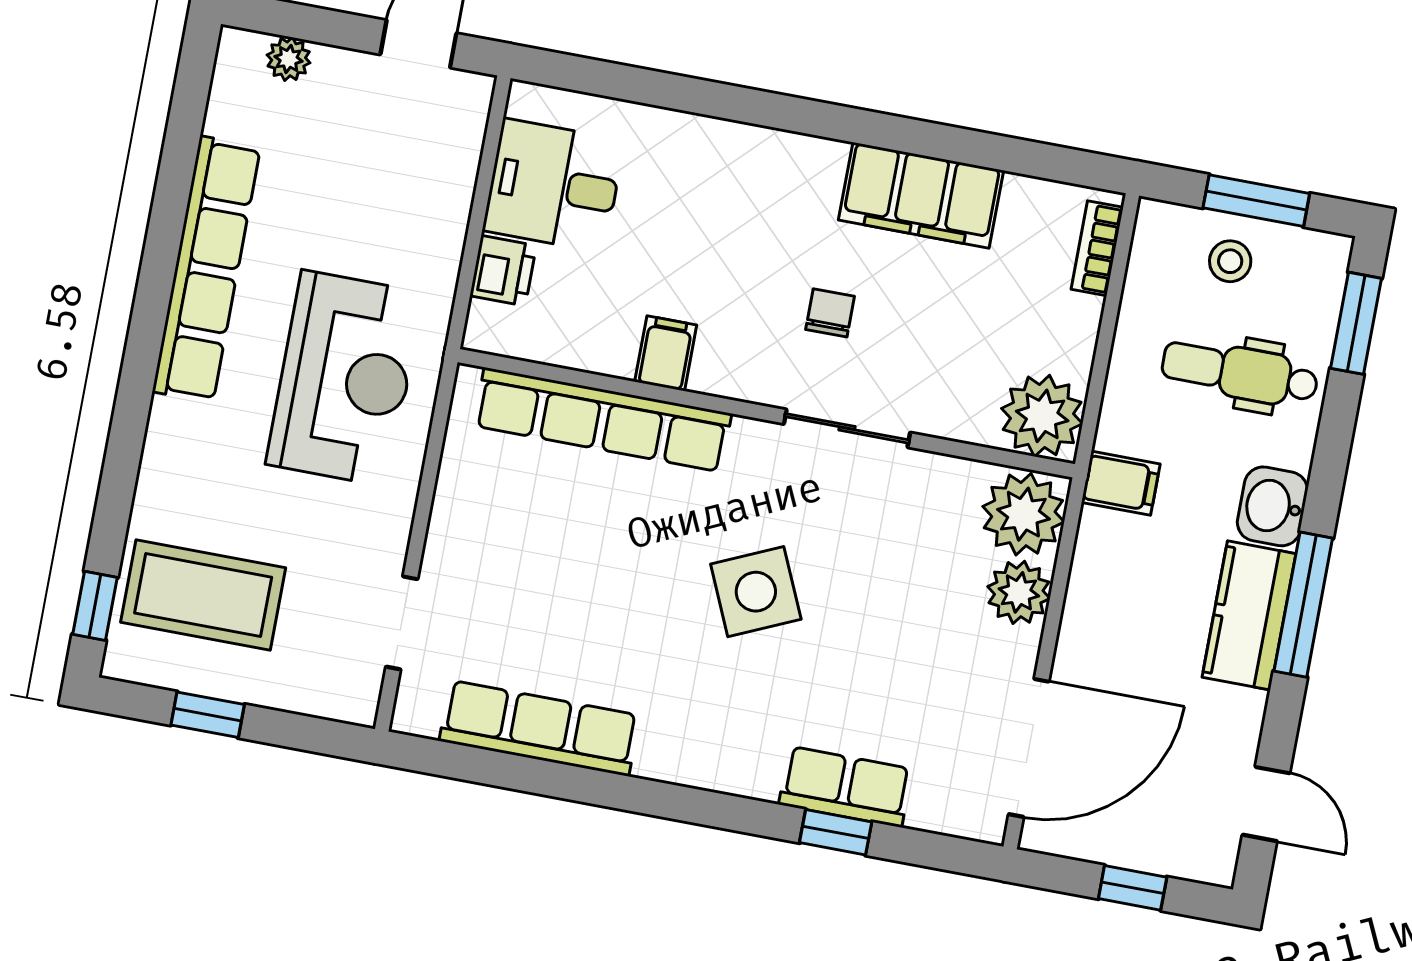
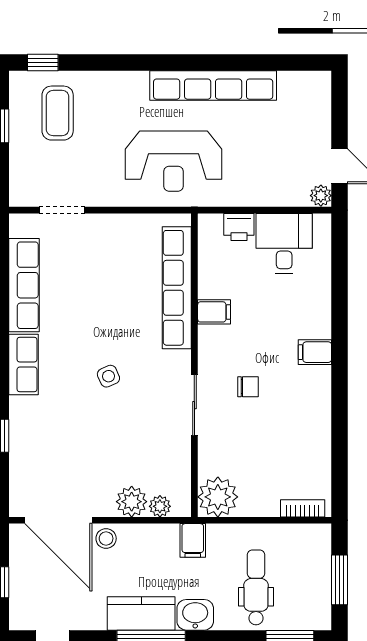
plant: (289, 59) -> (321, 196), moved
filing cabinet: (921, 195) -> (315, 352), moved, width x0.33, depth x0.86
stool: (1230, 261) -> (106, 538), moved
plant: (1023, 514) -> (160, 506), width x0.53, depth x0.53
side table: (756, 592) -> (108, 376), width x0.54, depth x0.54
coffee table: (203, 595) -> (58, 113), width x0.73, depth x0.76
row of seats: (845, 787) -> (24, 365), moved

